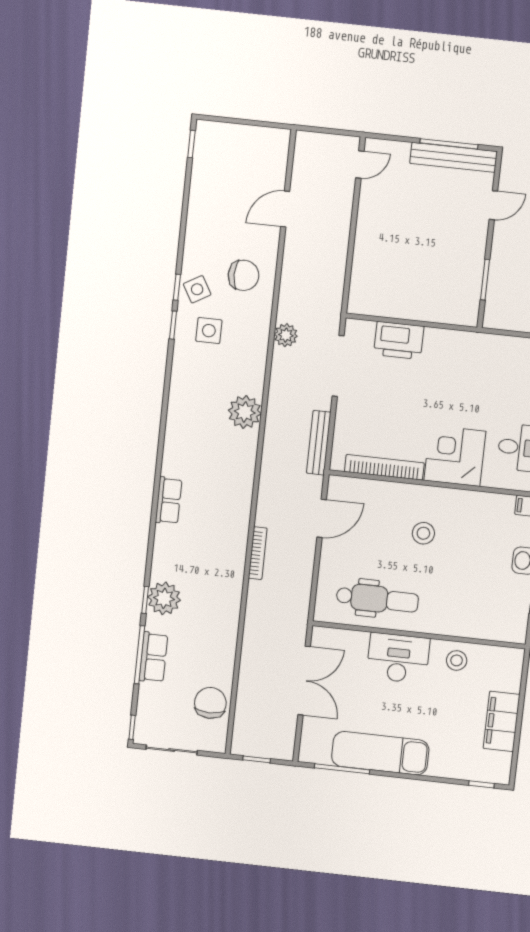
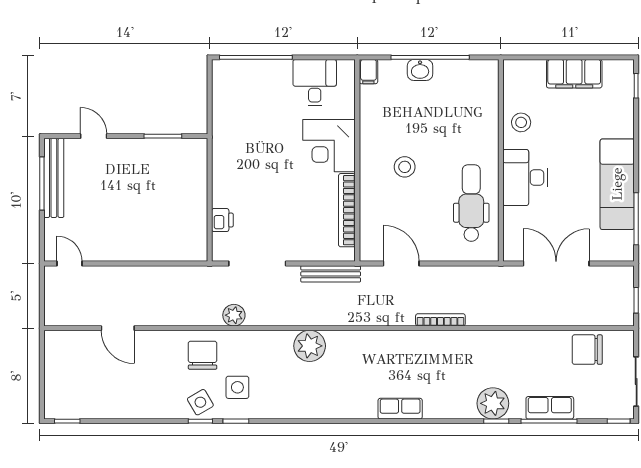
chair: (244, 275) -> (203, 355), moved
printer: (399, 340) -> (222, 220), width x0.53, depth x0.68

